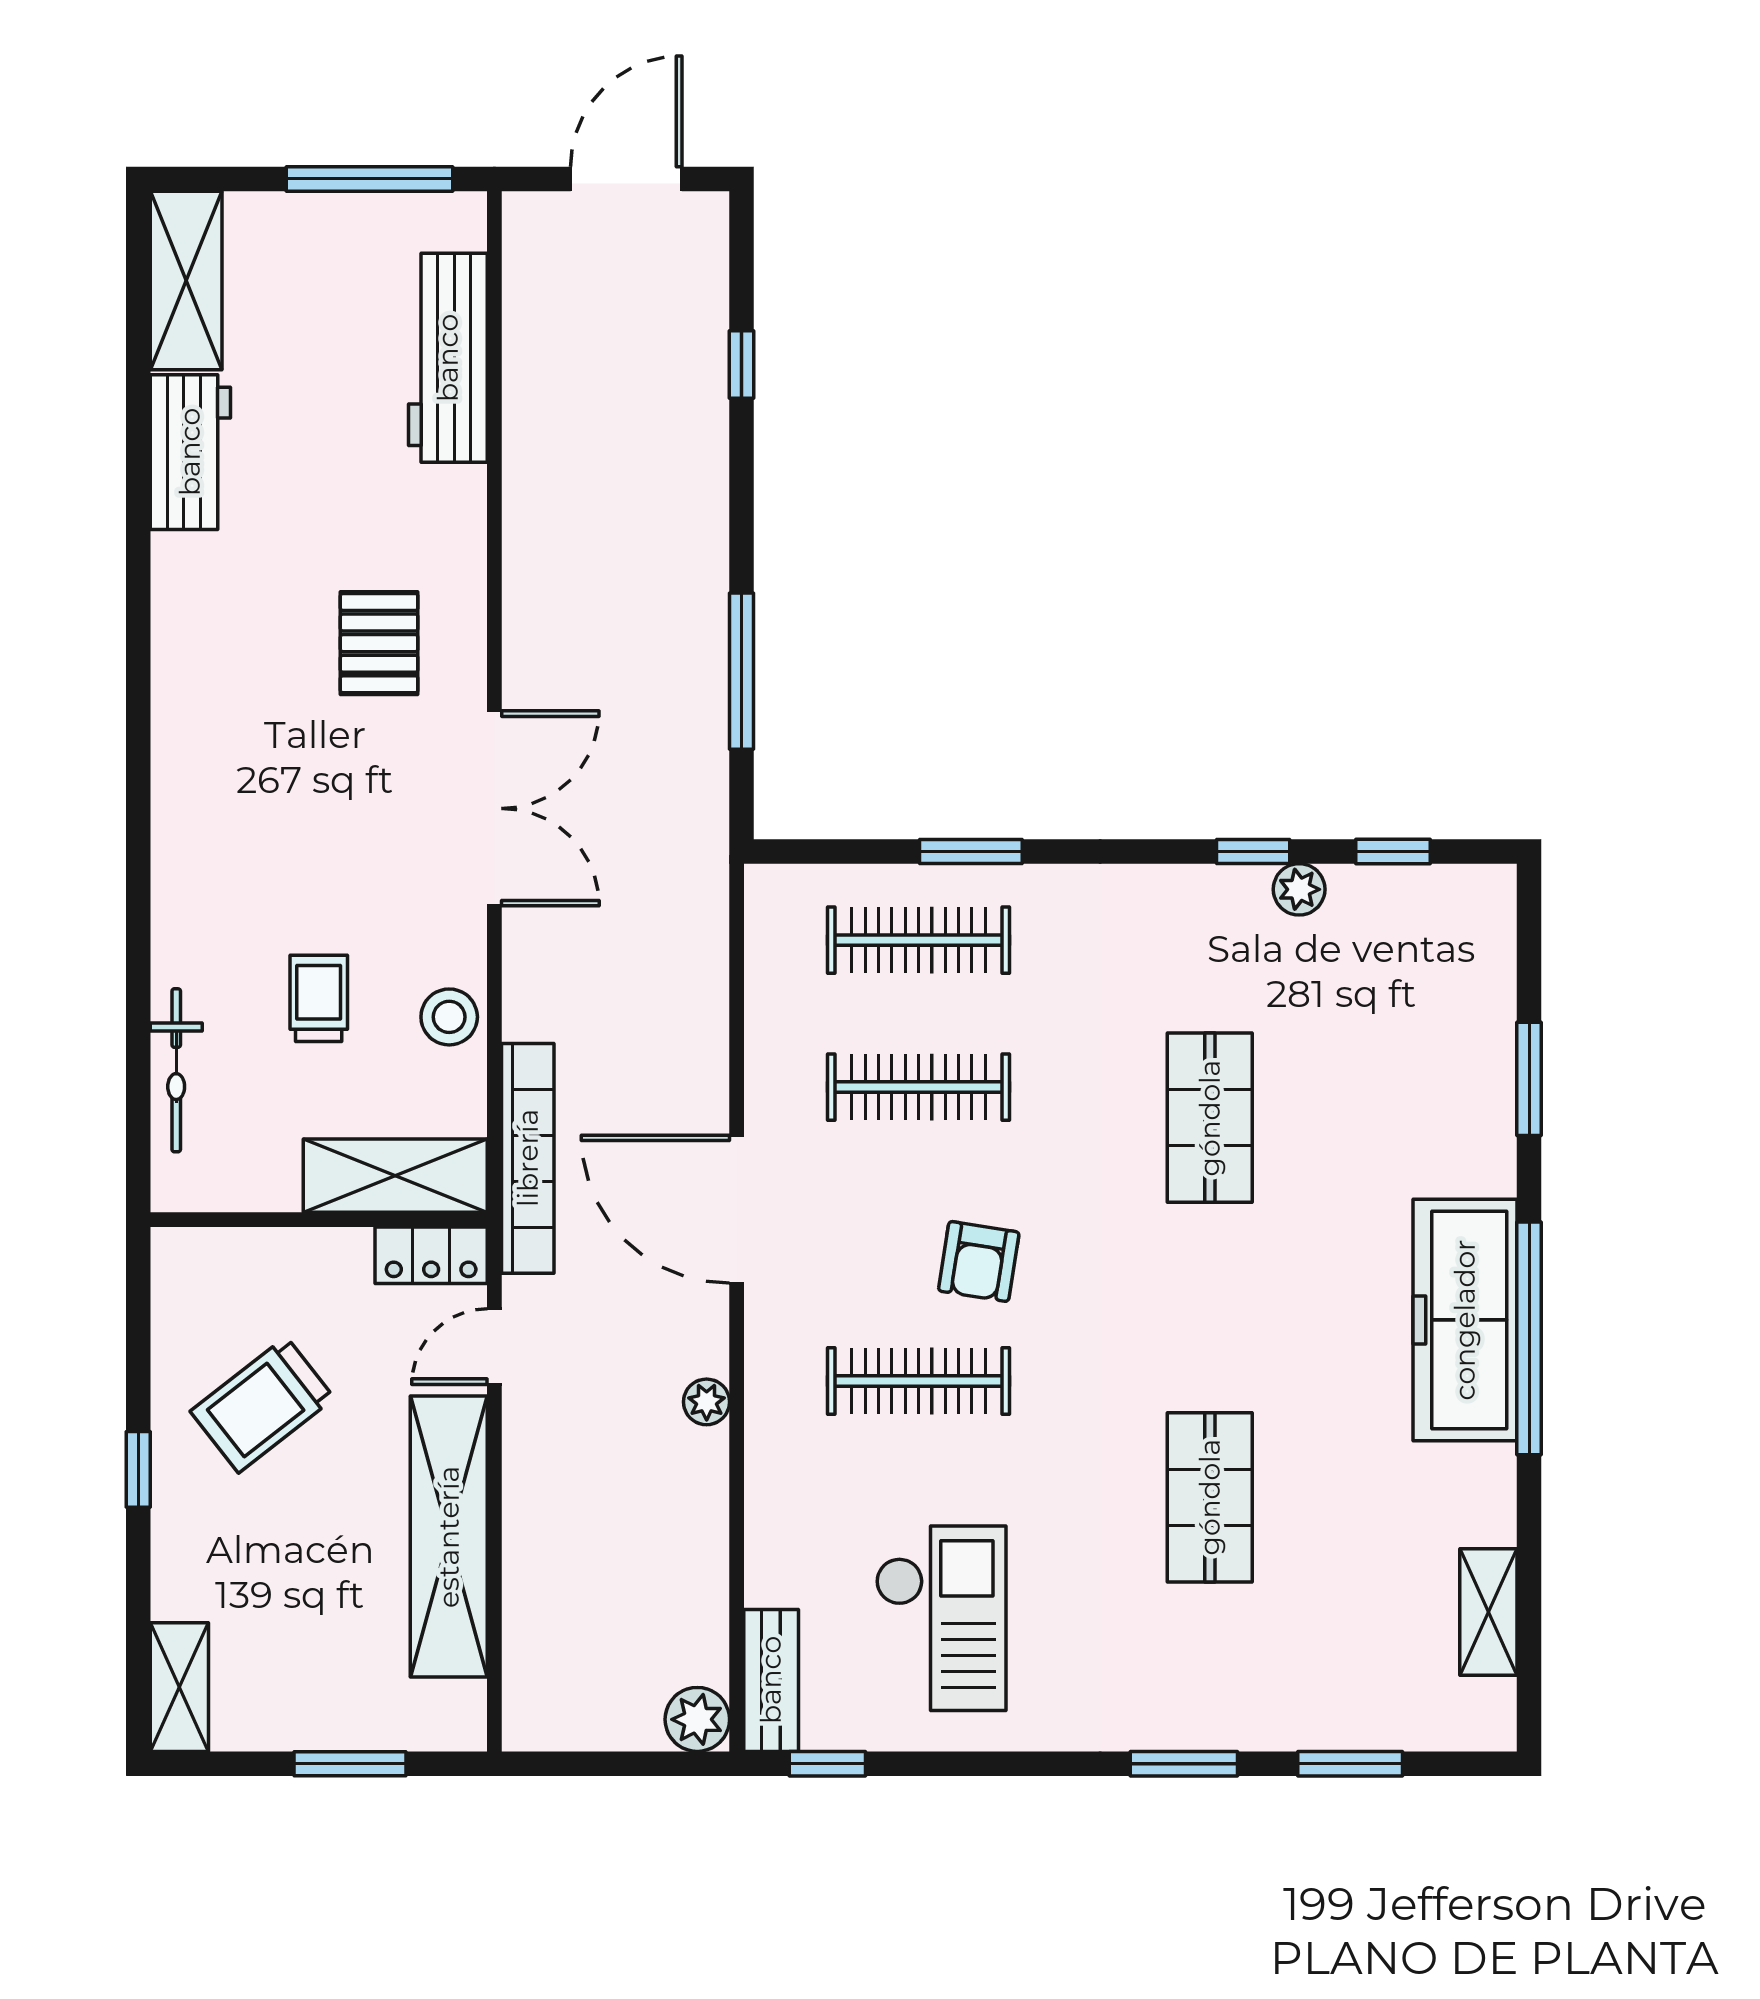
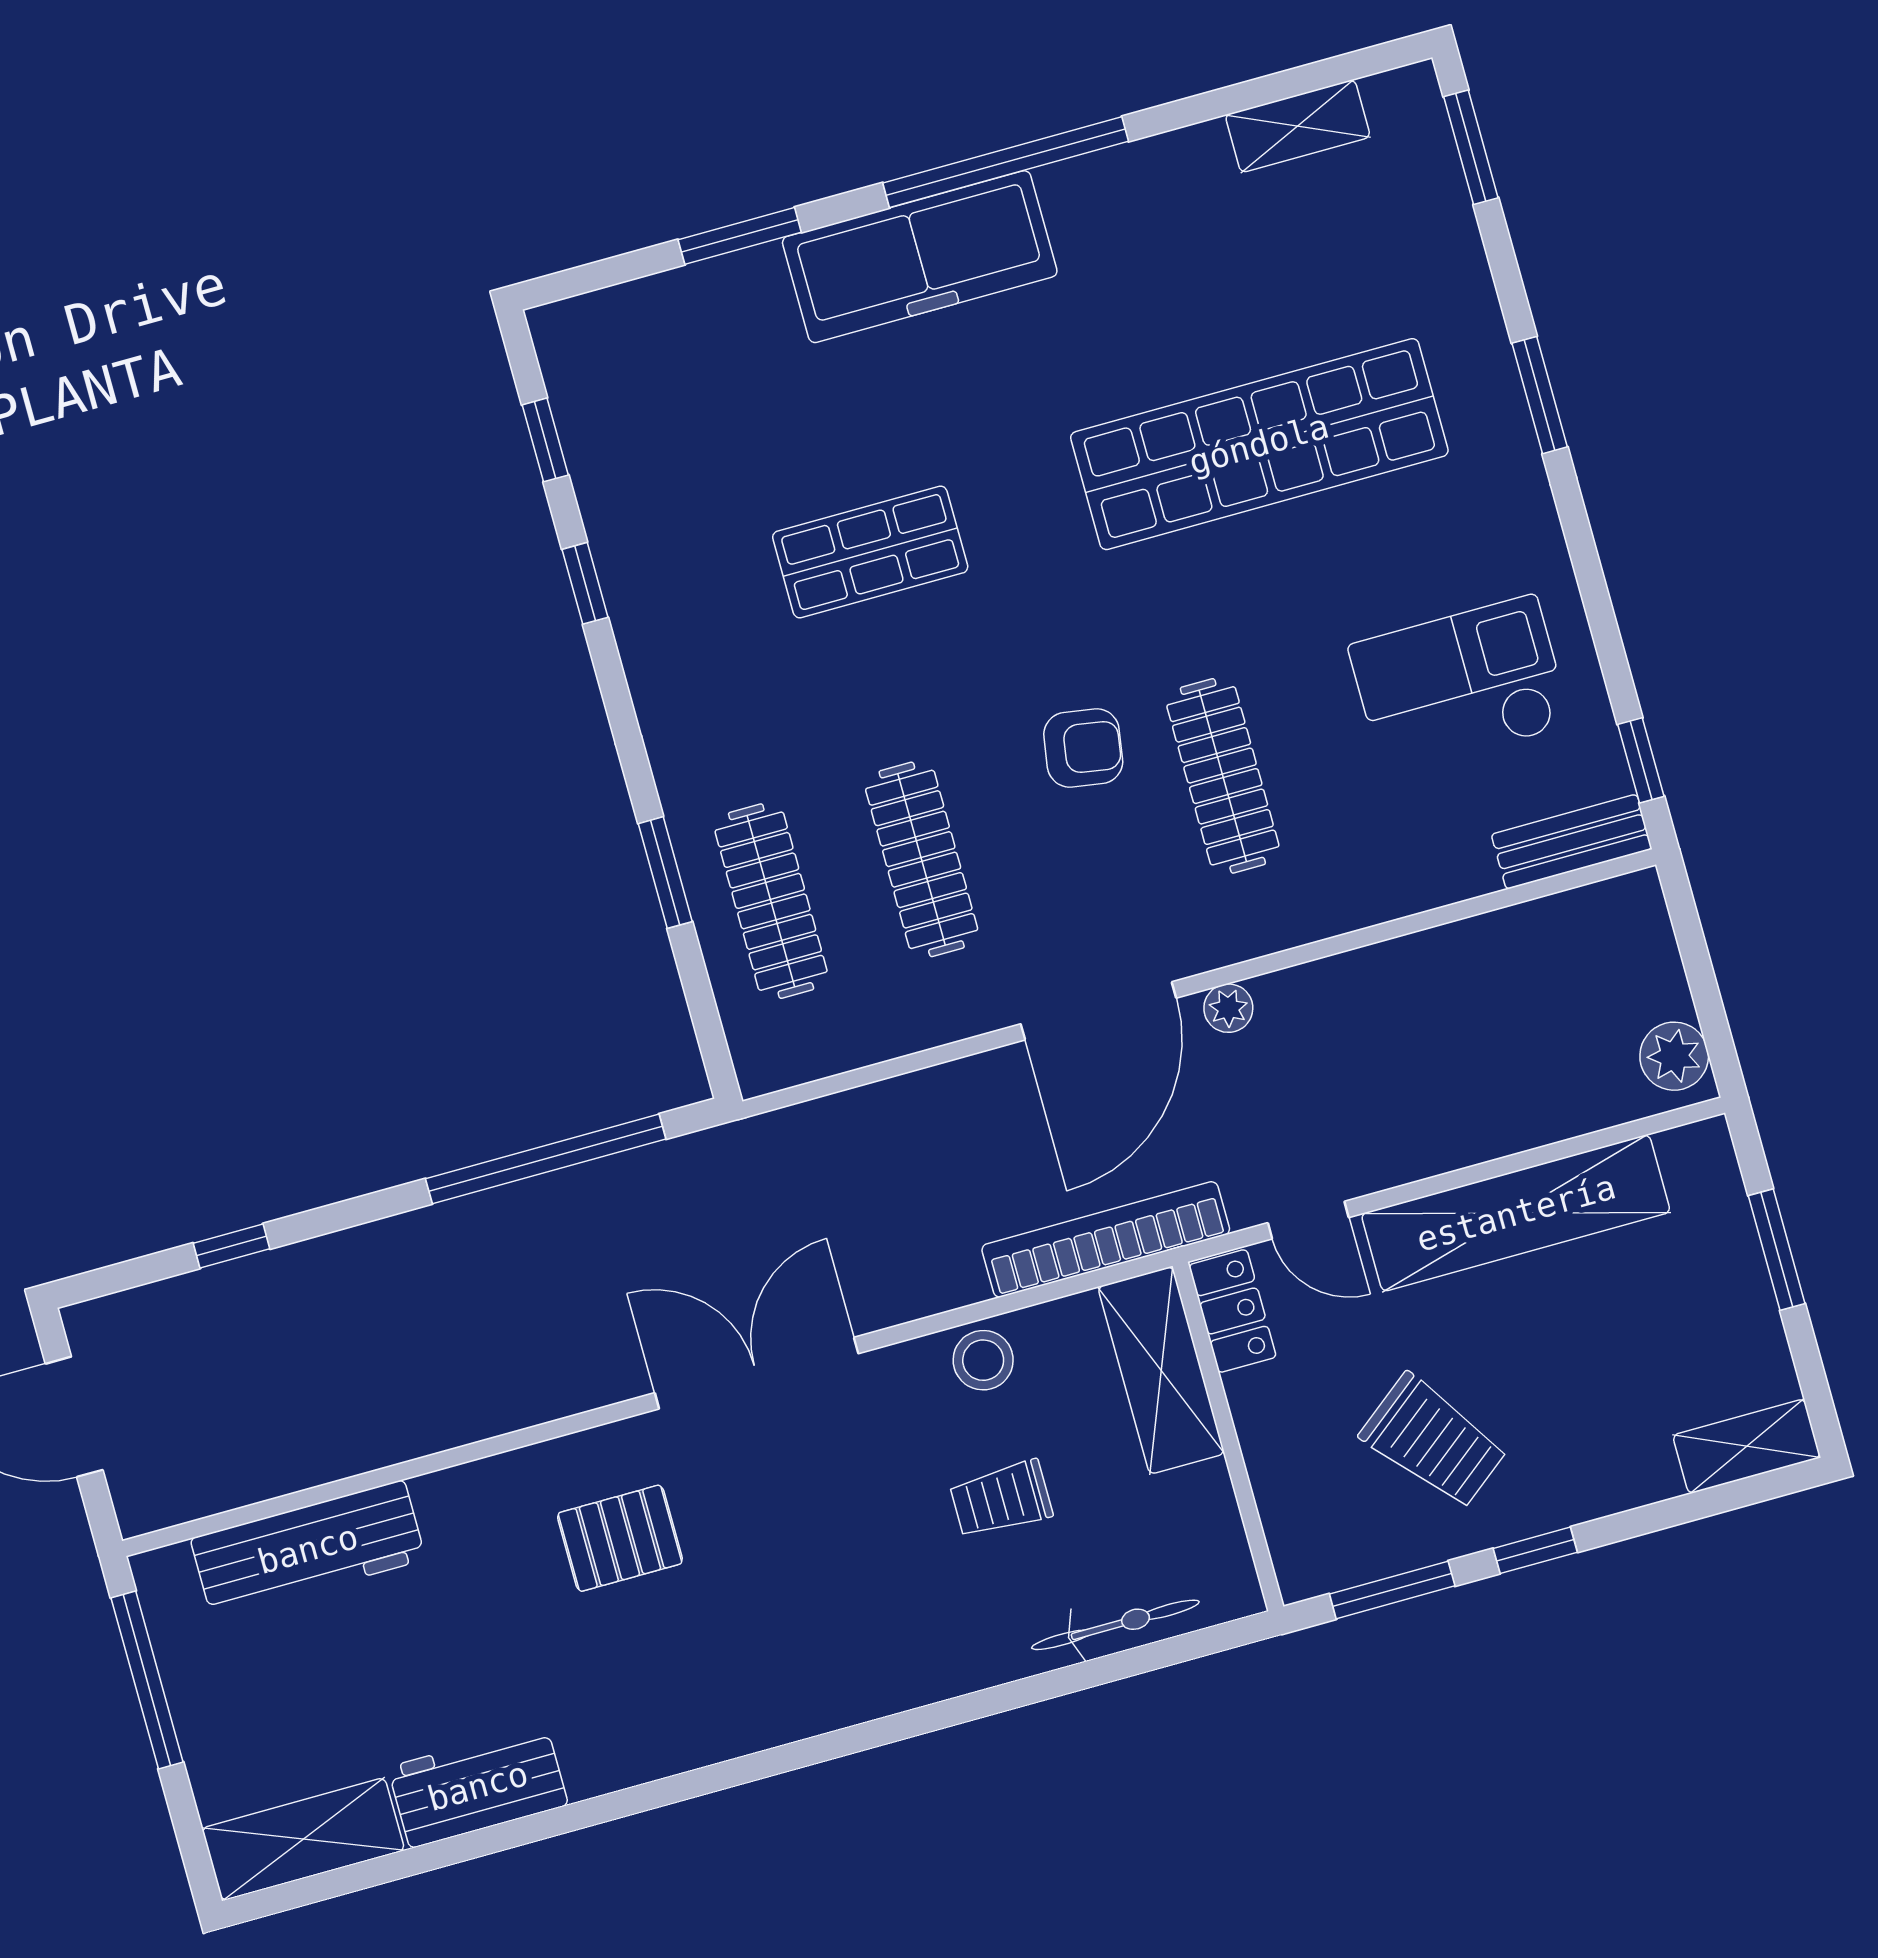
window: (742, 671) -> (546, 1159), width x1.46
plant: (1299, 889) -> (611, 525), removed
freezer: (1465, 1320) -> (920, 257), moved
window: (138, 1330) -> (1392, 1590), added
plant: (707, 1402) -> (1228, 1008), moved
shop shelf: (1210, 1497) -> (1259, 444), width x2.00, depth x1.36
plant: (697, 1719) -> (1674, 1056), moved
window: (1350, 1764) -> (1471, 147), moved

